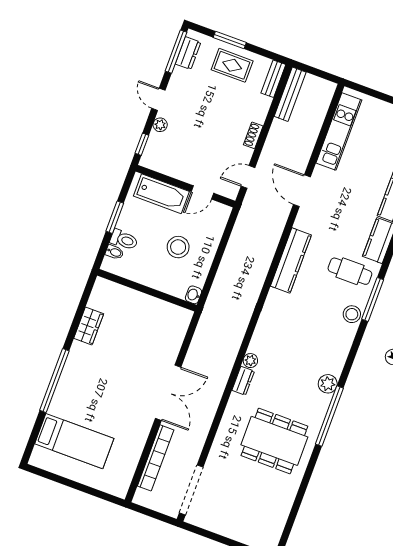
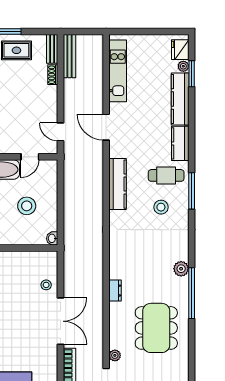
shoe rack: (253, 135) -> (53, 75), moved
door: (248, 177) -> (61, 132), hinge flipped
stool: (352, 314) -> (161, 207), moved
stool: (167, 345) -> (46, 285), added
plant: (250, 361) -> (115, 355), moved
dining table: (274, 441) -> (156, 328), turned 90

